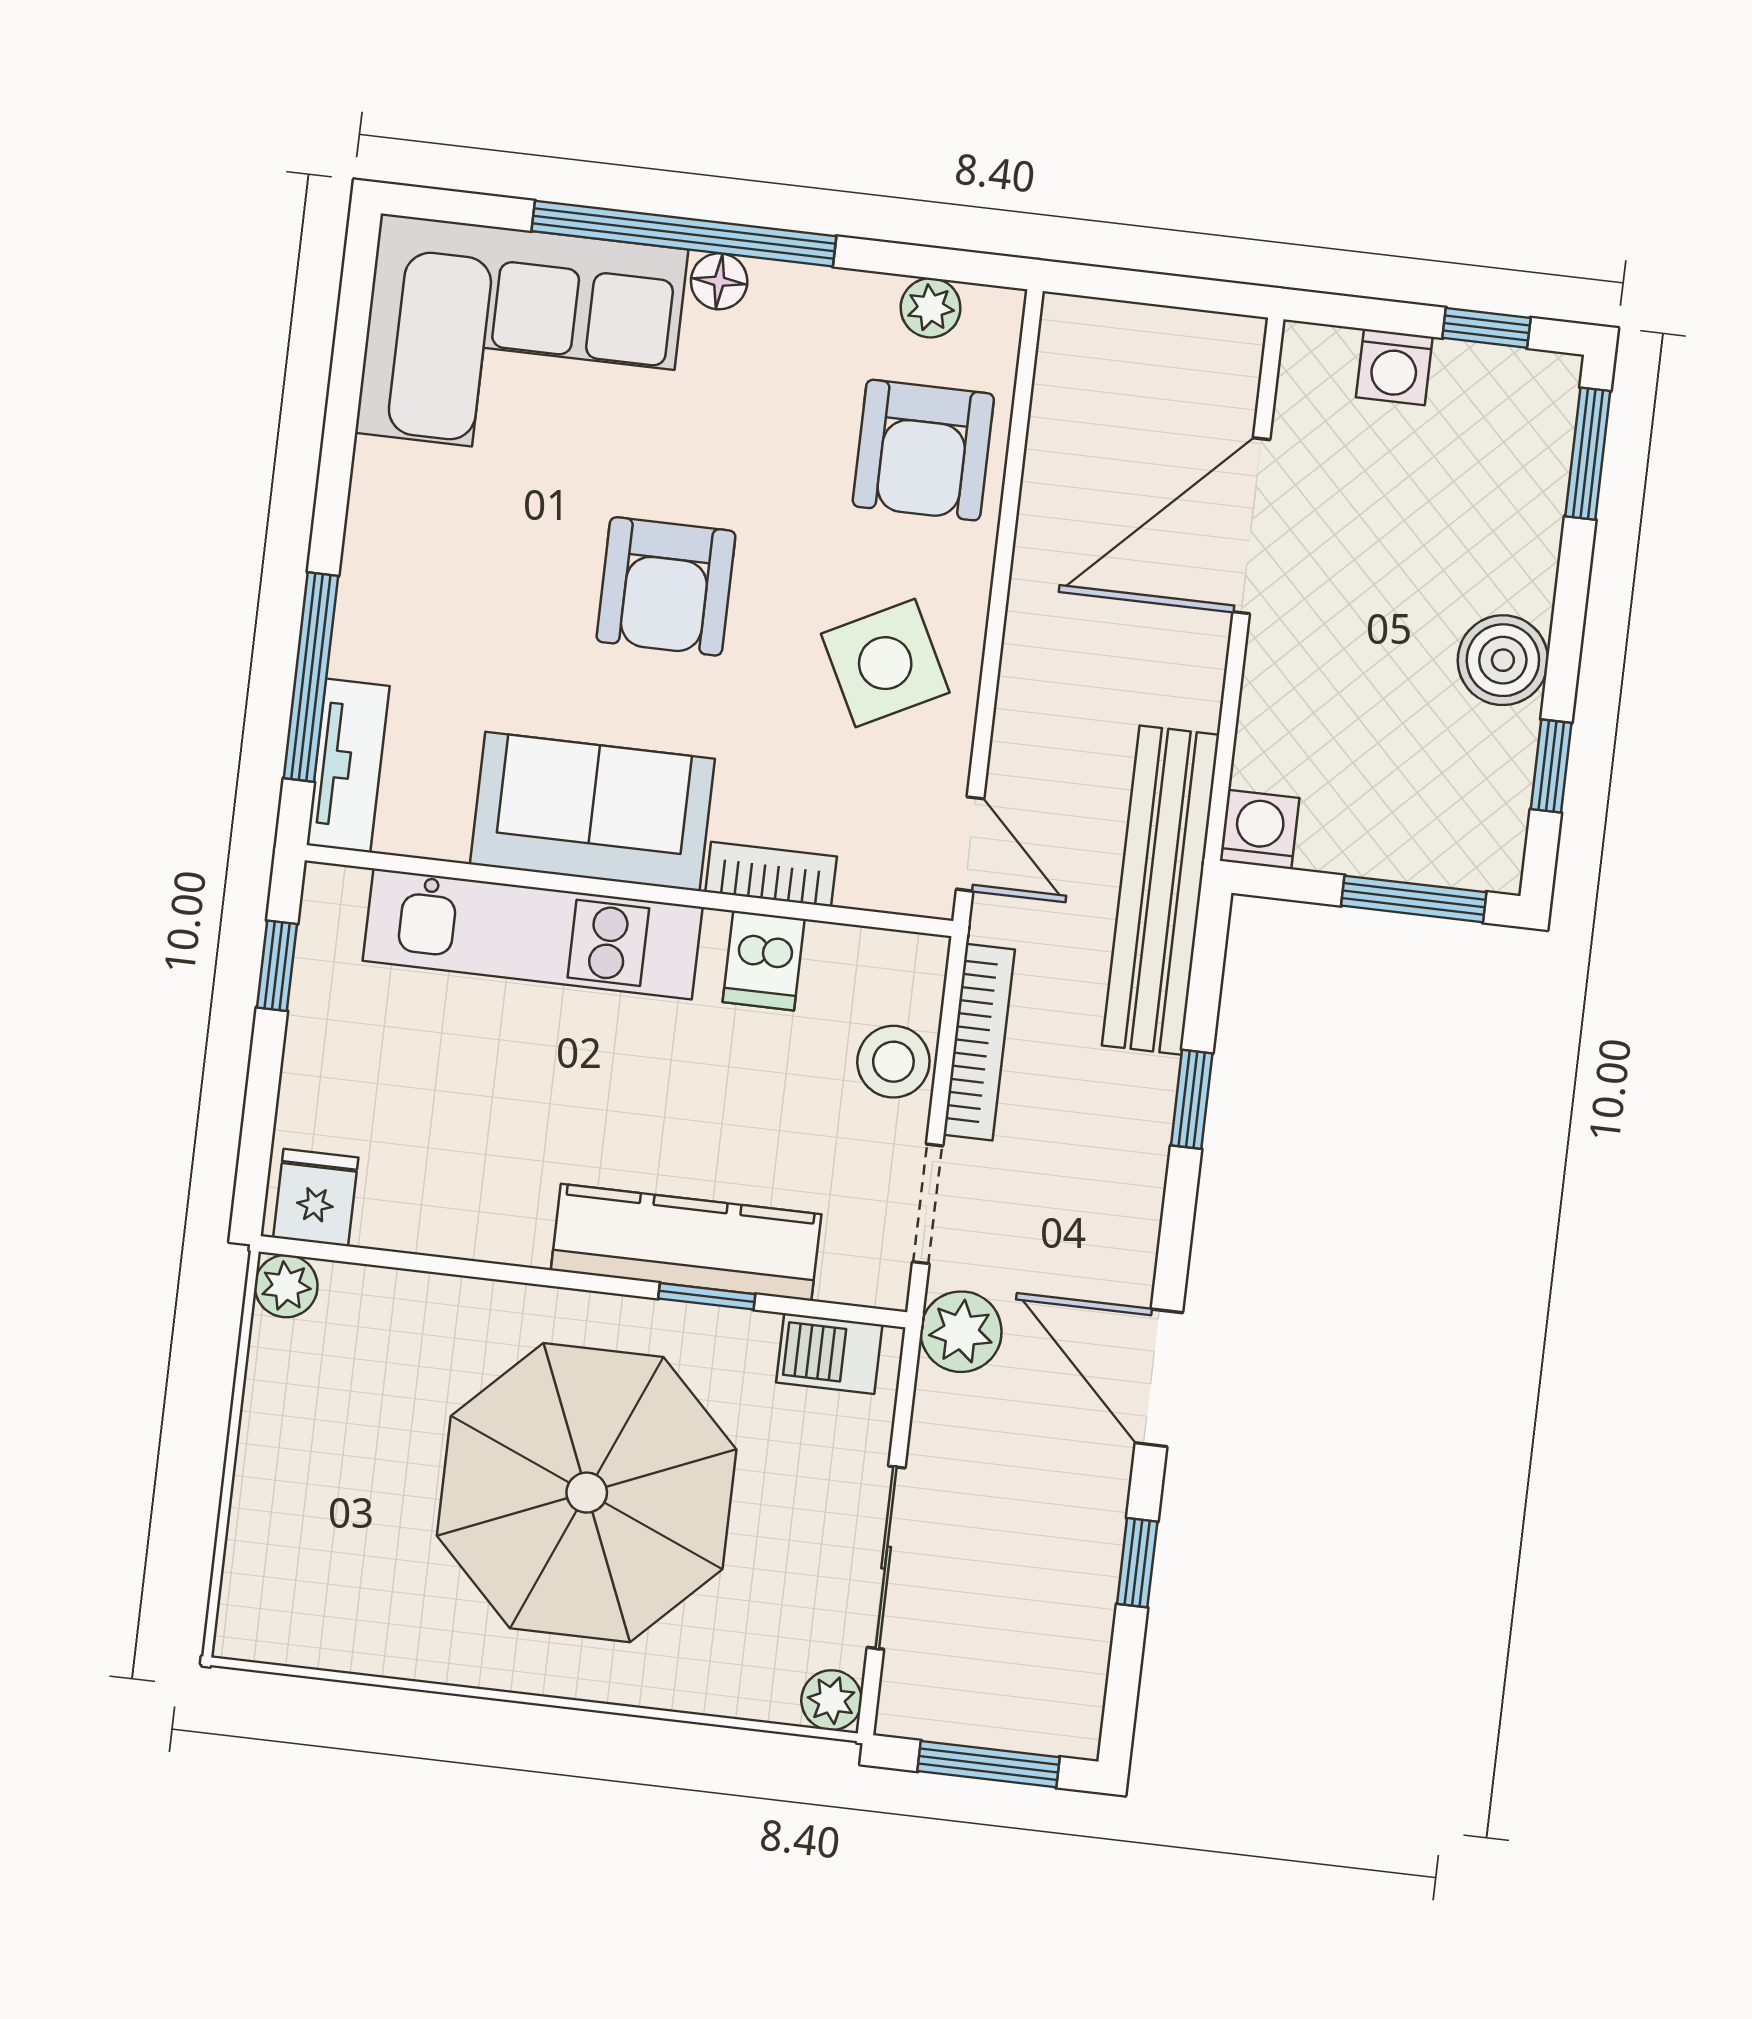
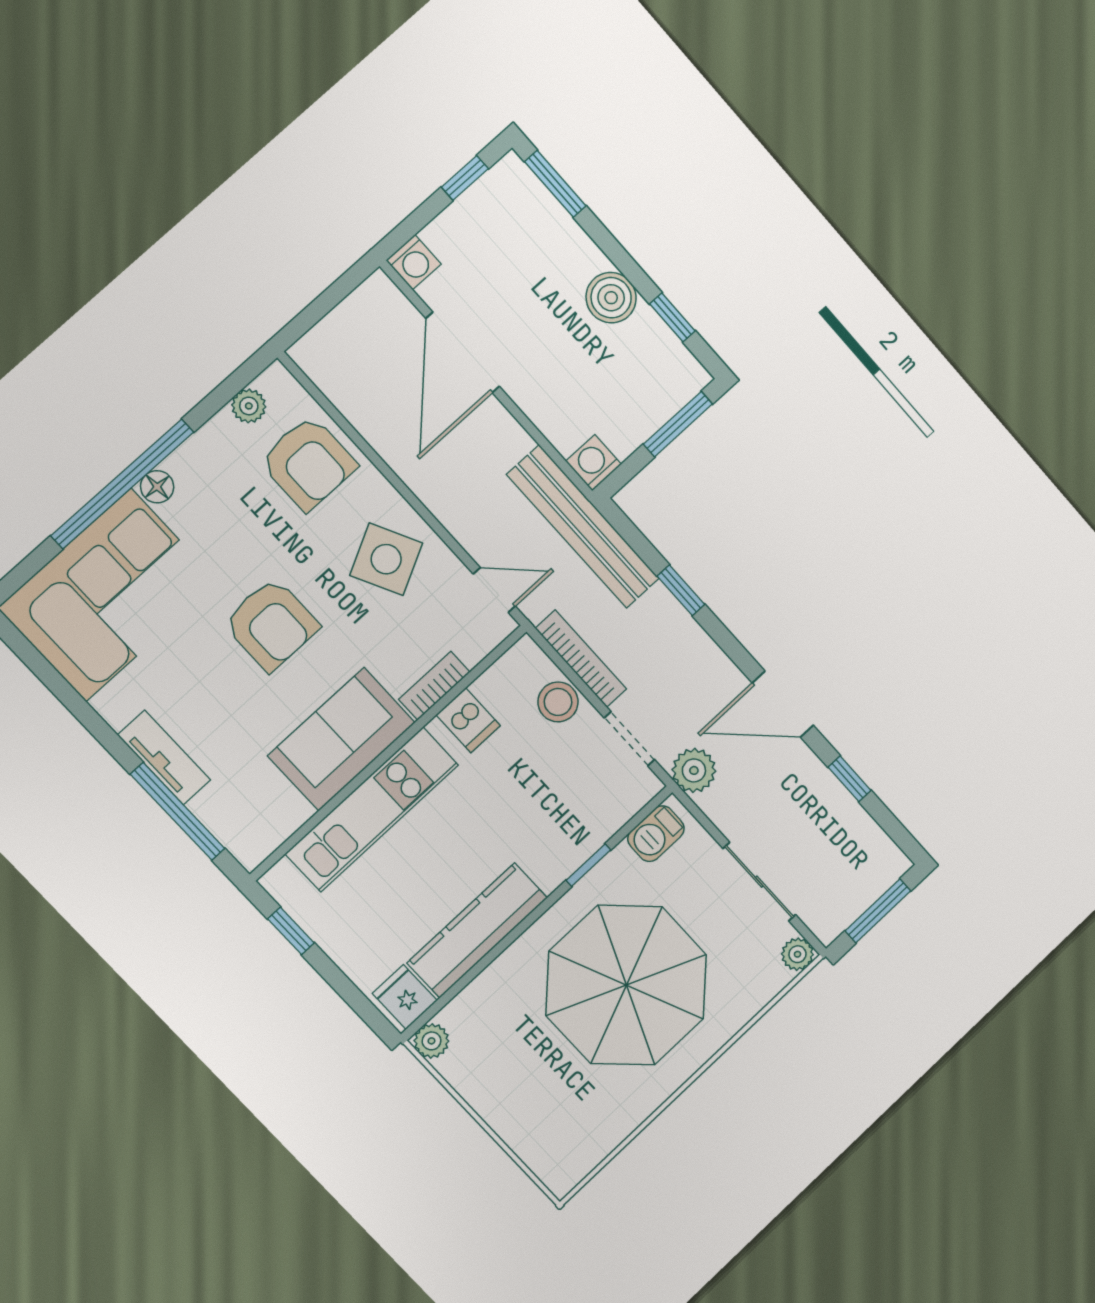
washing machine: (1394, 367) -> (414, 262), moved
tv unit: (348, 765) -> (164, 757), moved
kitchen counter: (686, 1242) -> (477, 930), moved

